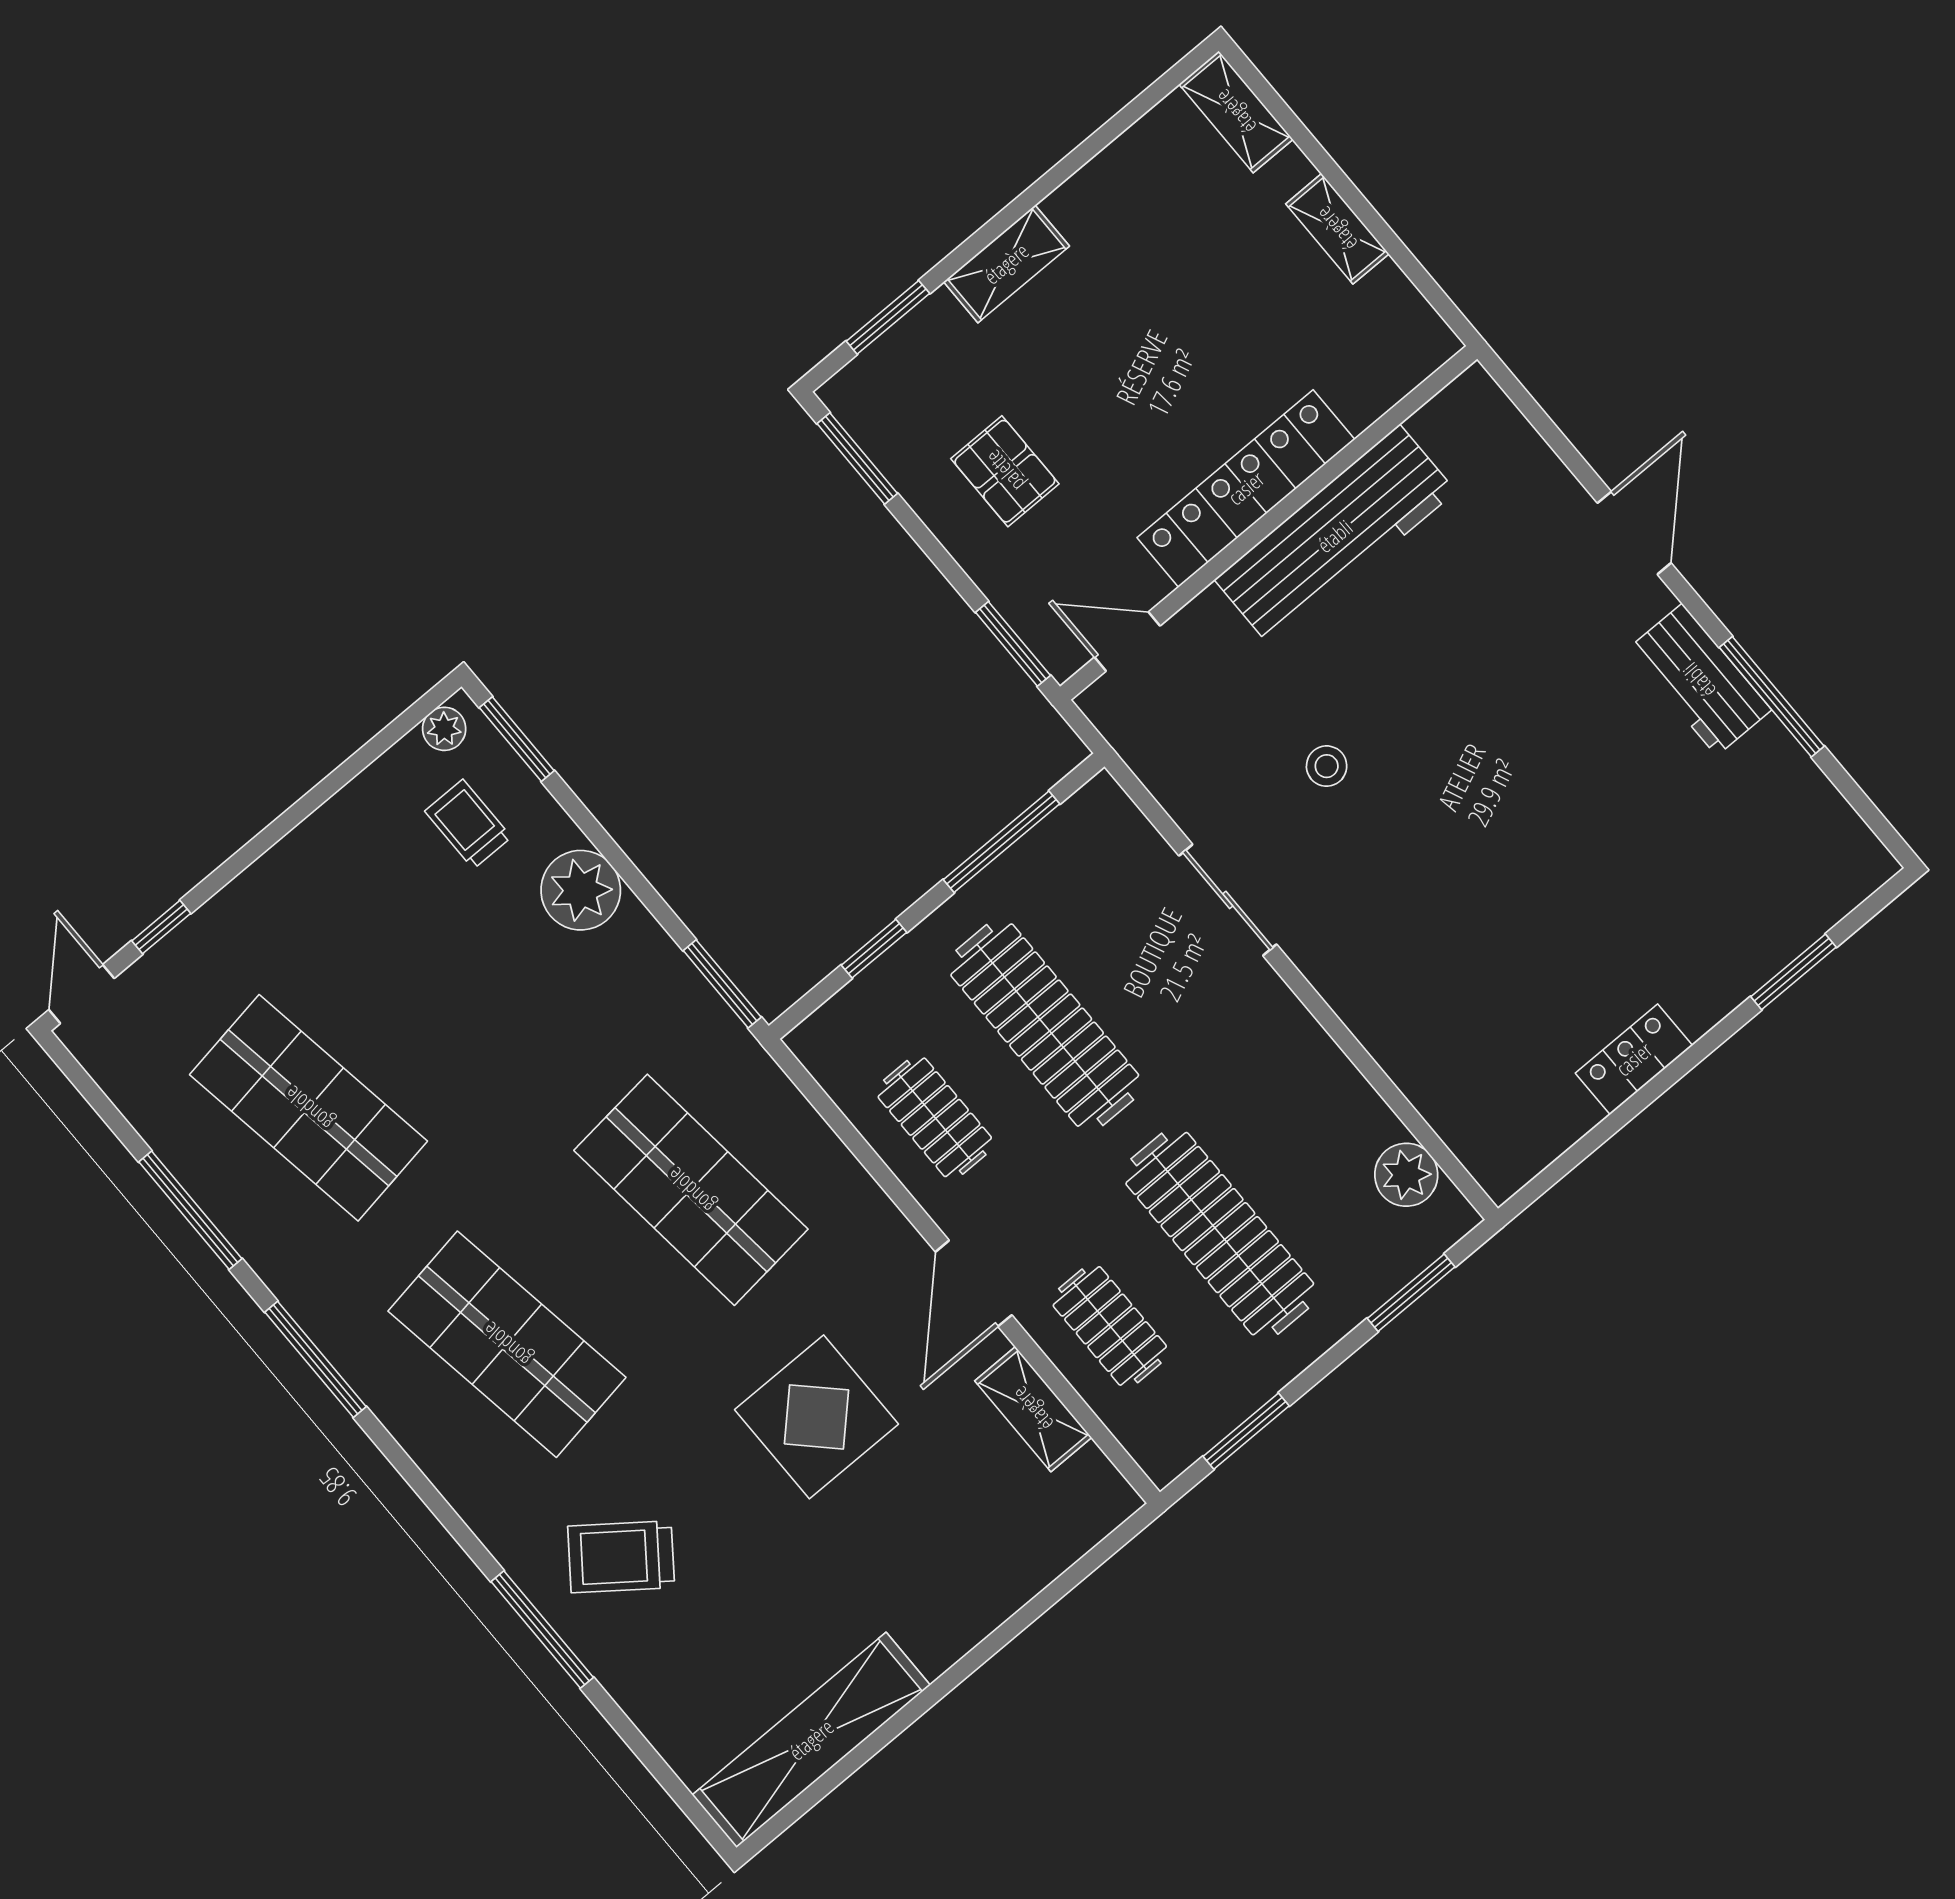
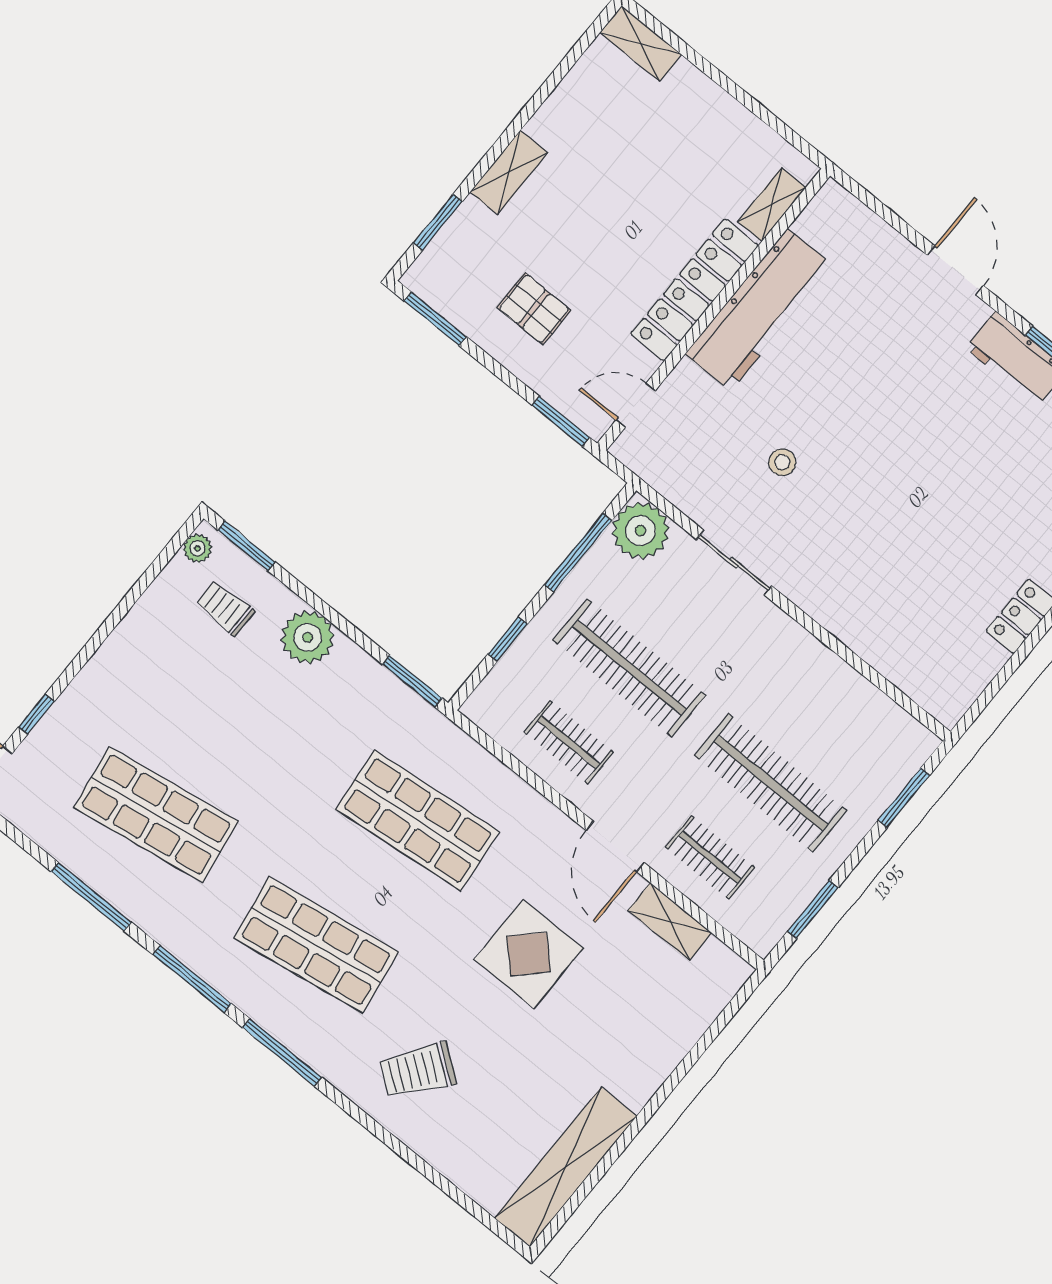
shelving: (1337, 229) -> (772, 205), moved, turned 90
plant: (1406, 1175) -> (640, 531), moved, width x1.36, depth x1.36
window: (542, 1630) -> (282, 1052), moved

